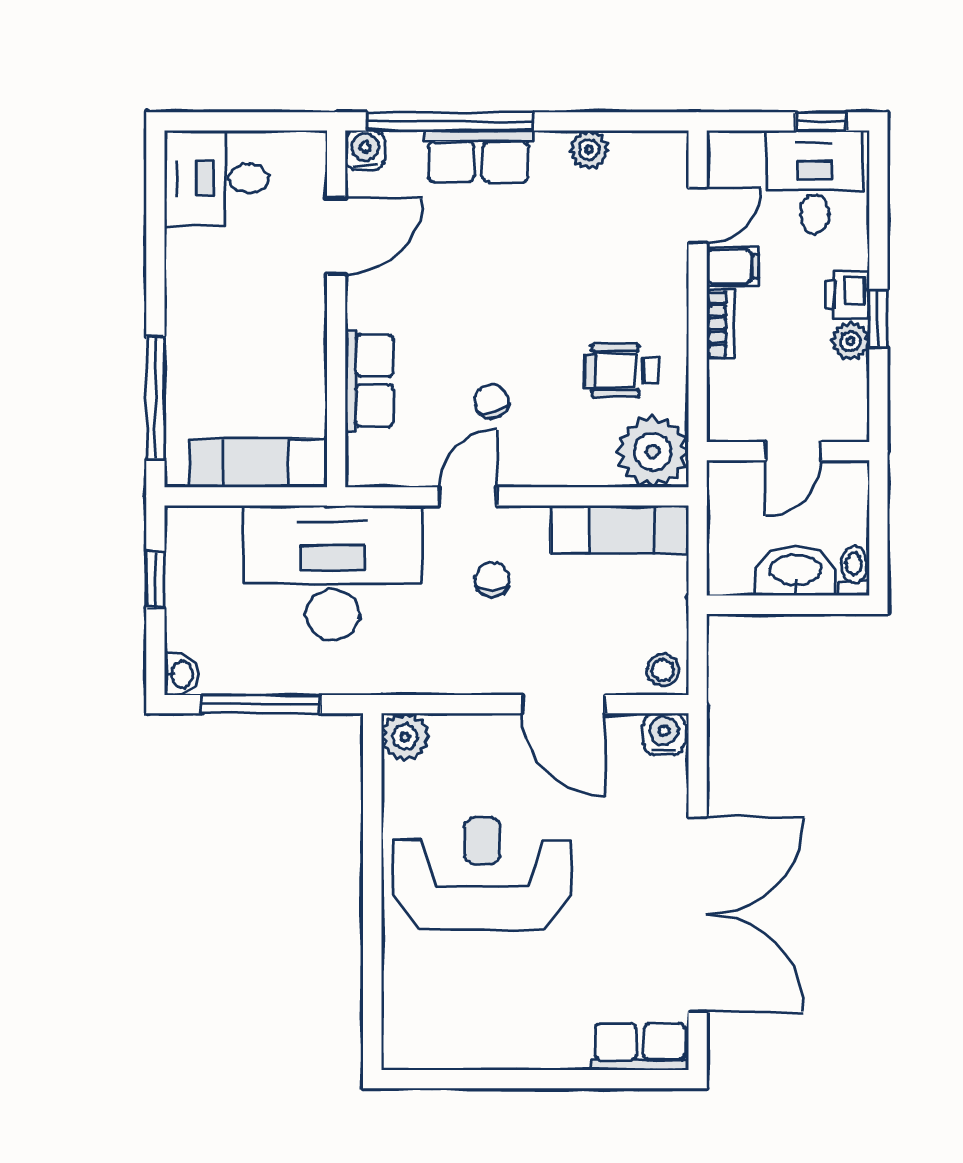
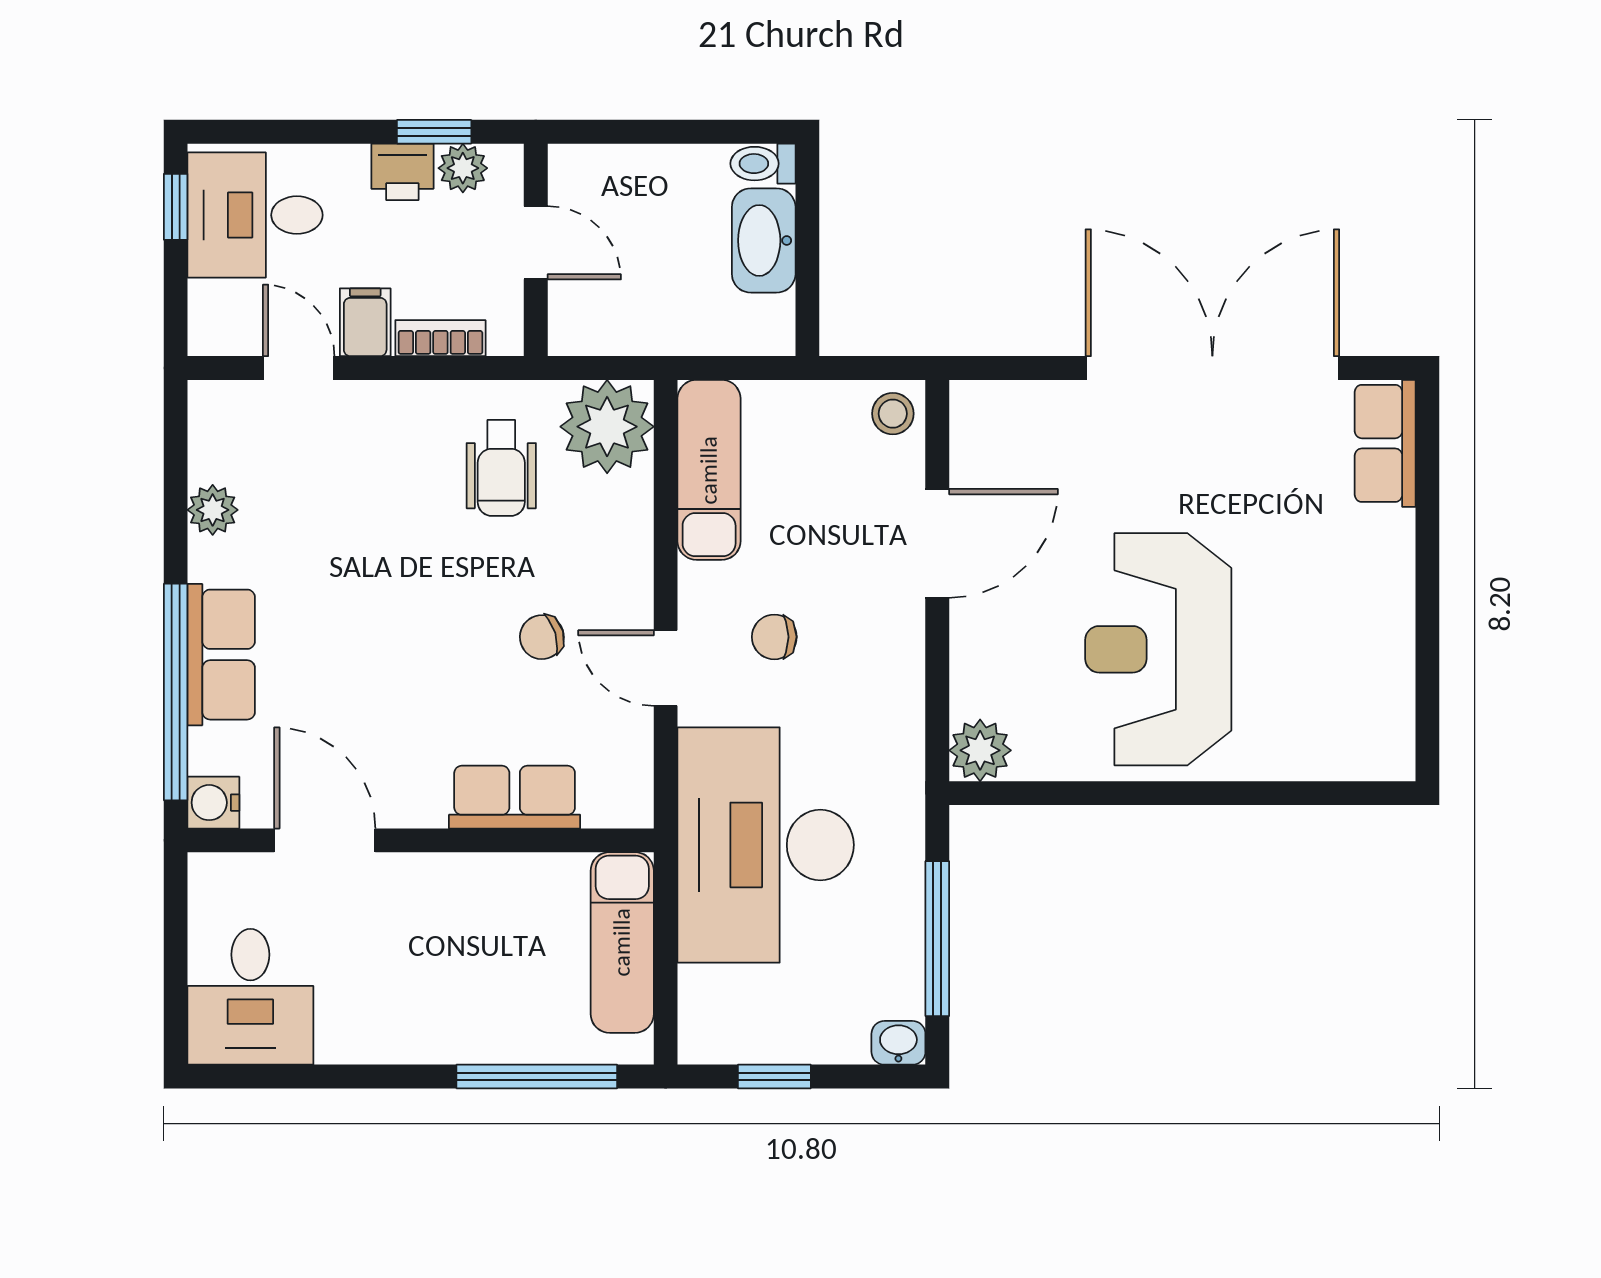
wall: (788, 451) -> (536, 250), moved
door: (793, 451) -> (536, 243), moved
water cooler: (664, 734) -> (976, 412), removed

